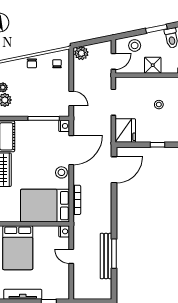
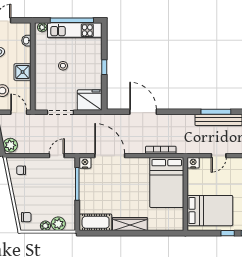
chair: (32, 63) -> (26, 217), moved
door: (114, 170) -> (143, 112), moved
stool: (61, 172) -> (133, 166), removed

